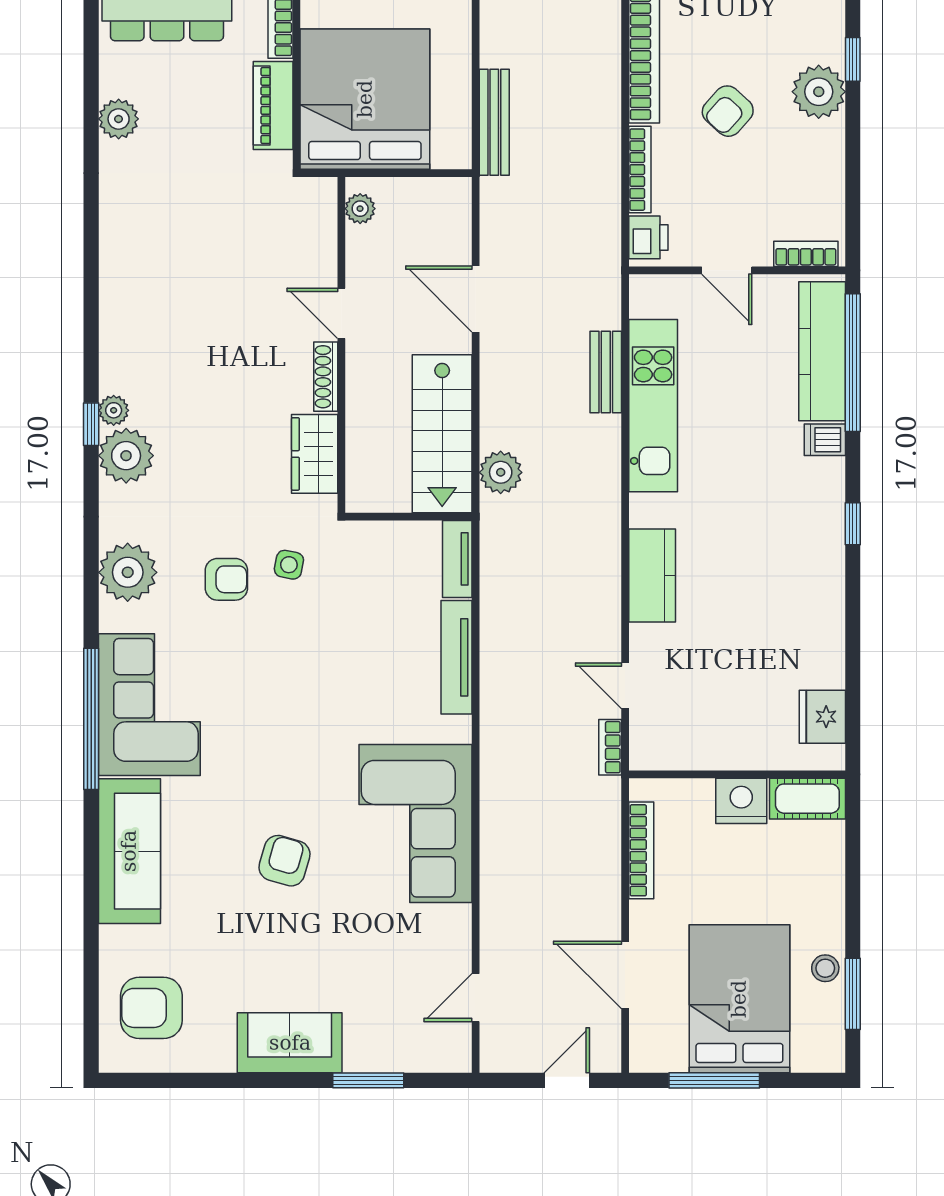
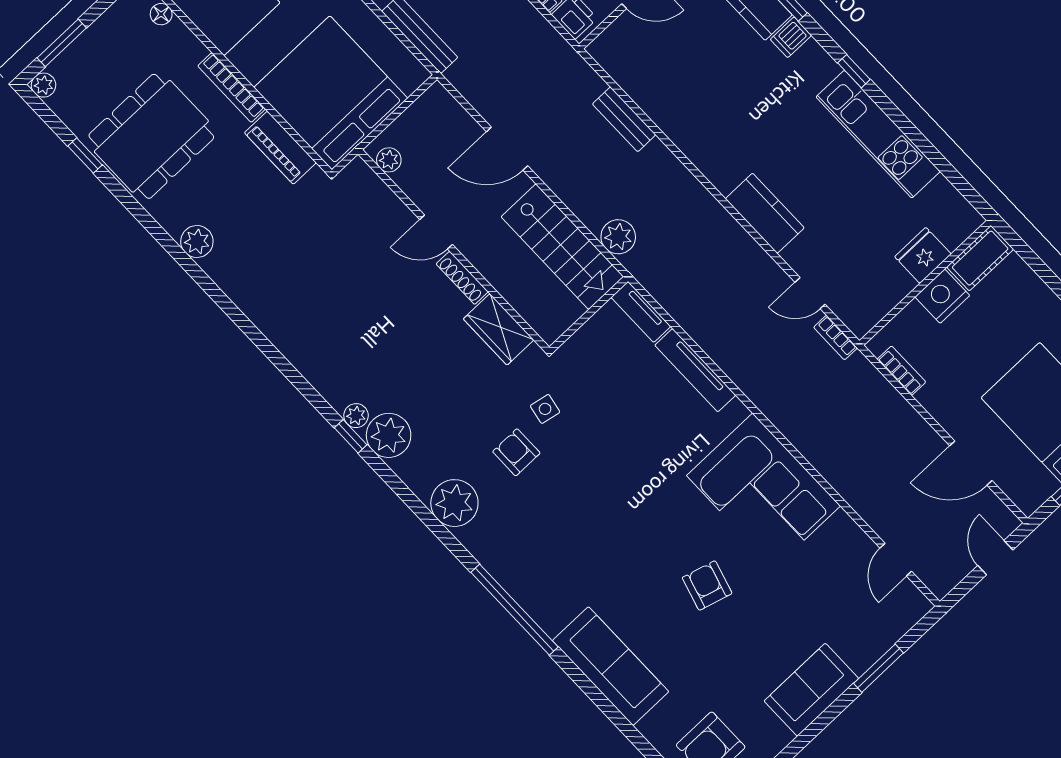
kitchen unit: (653, 406) -> (878, 134), moved, turned 180
armchair: (226, 579) -> (516, 452), turned -90
corner sofa: (149, 705) -> (541, 569), removed
fridge: (822, 717) -> (923, 255), moved, turned 90
bookcase: (641, 850) -> (901, 371), width x0.64

